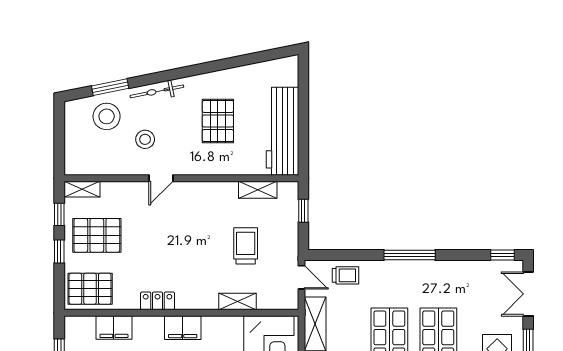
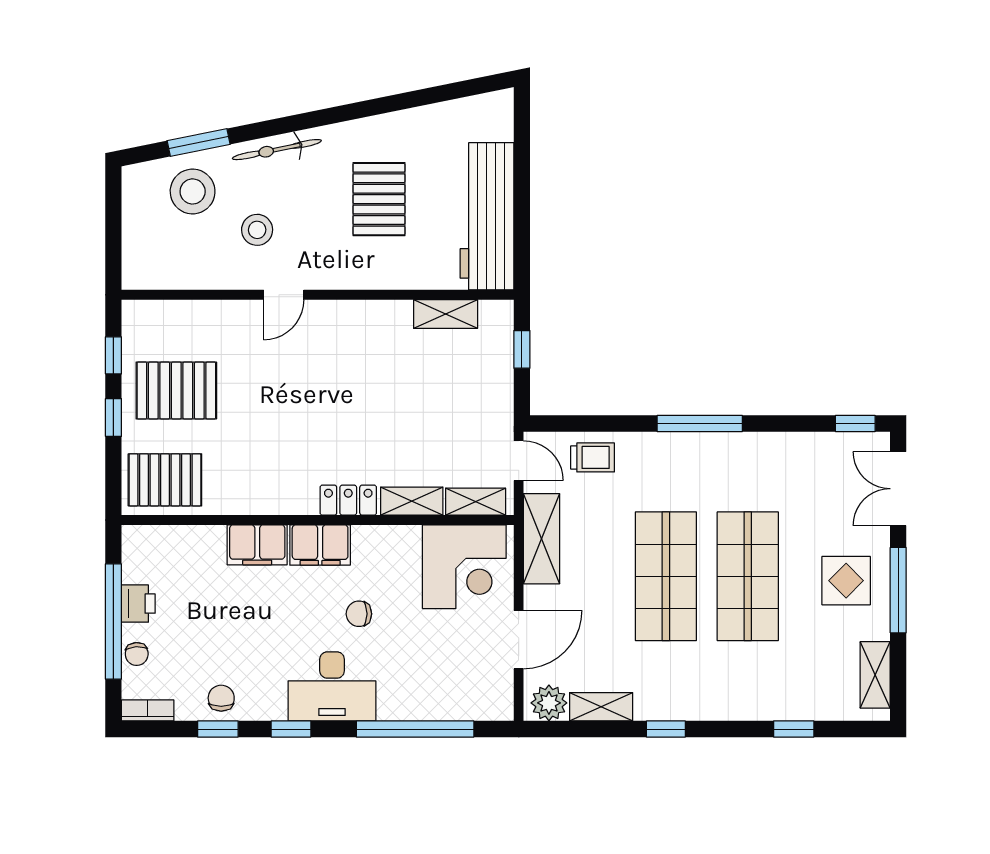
shelving: (82, 189) -> (476, 502), moved
trolley: (246, 246) -> (425, 408), removed
locker: (158, 301) -> (348, 500), moved
filing cabinet: (114, 328) -> (257, 545), moved

